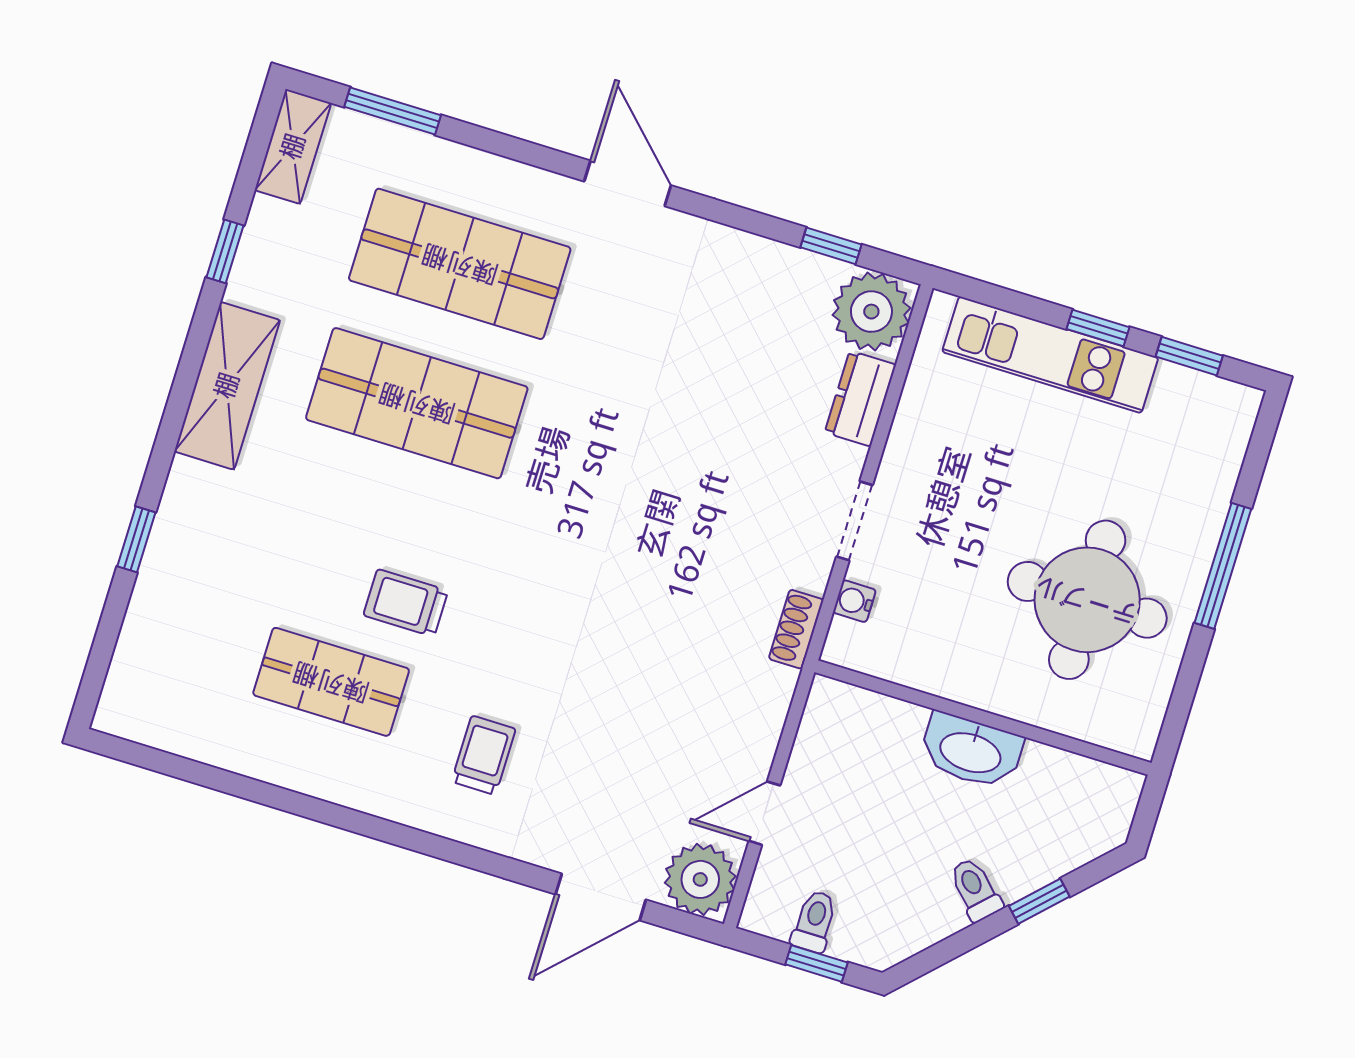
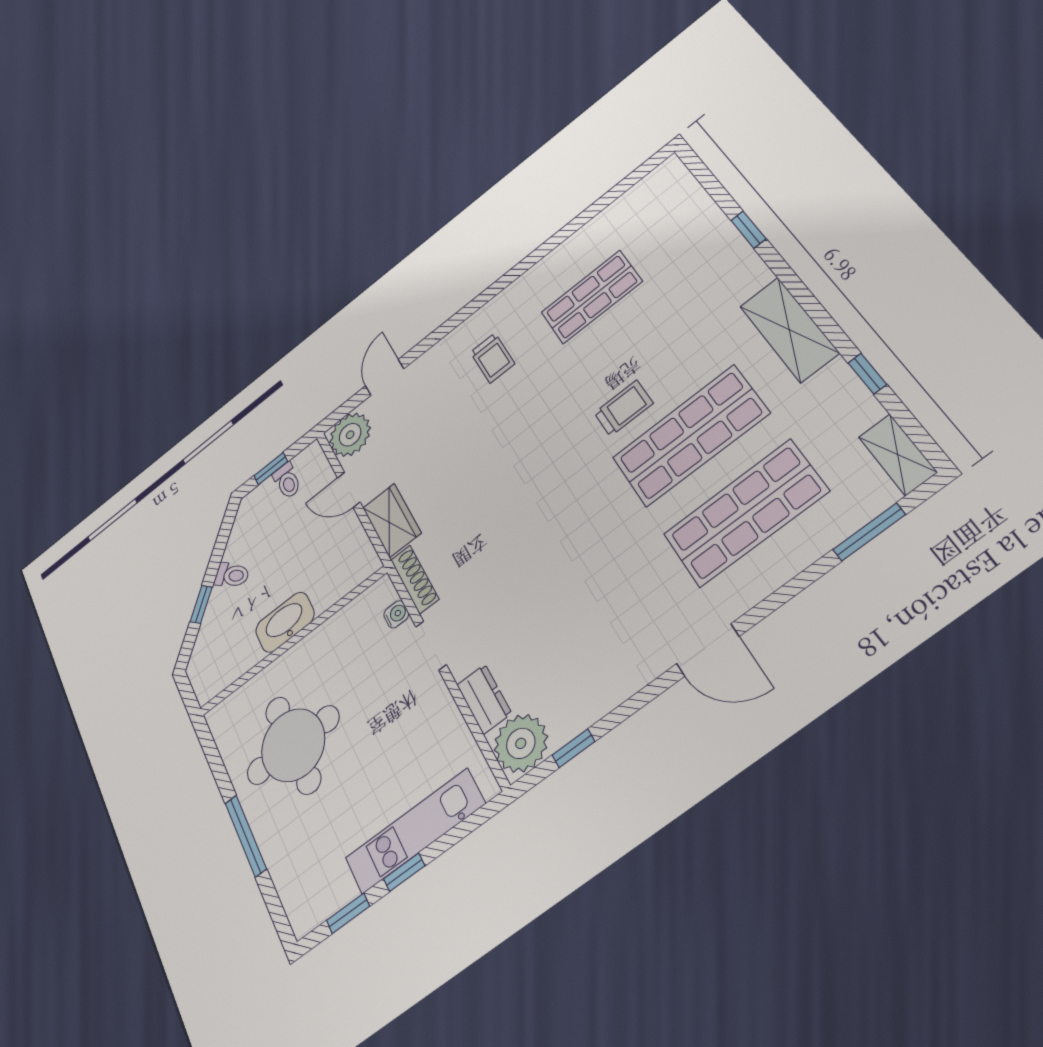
trolley: (406, 603) -> (624, 408), moved
shoe rack: (796, 629) -> (415, 579), width x1.43
wardrobe: (758, 713) -> (392, 520), added
door: (765, 813) -> (349, 490), swing flipped
door: (601, 897) -> (385, 377), width x0.73

